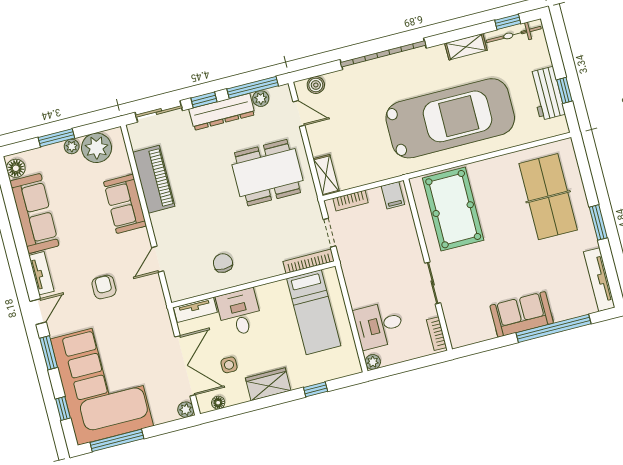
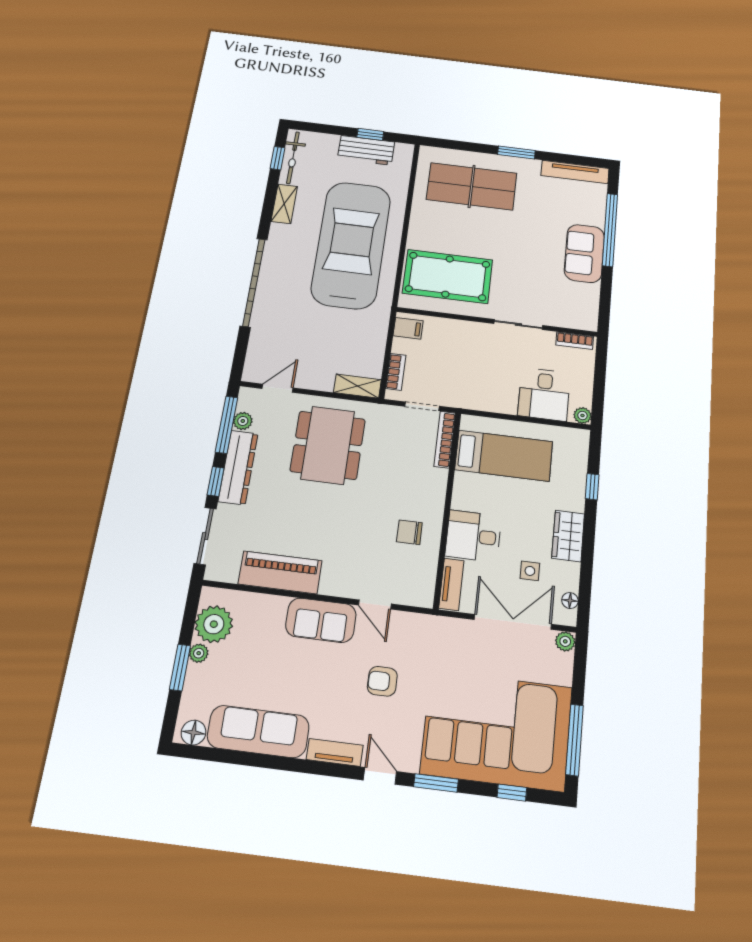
boiler: (316, 85) -> (255, 360), removed
sofa: (125, 204) -> (321, 620), moved

